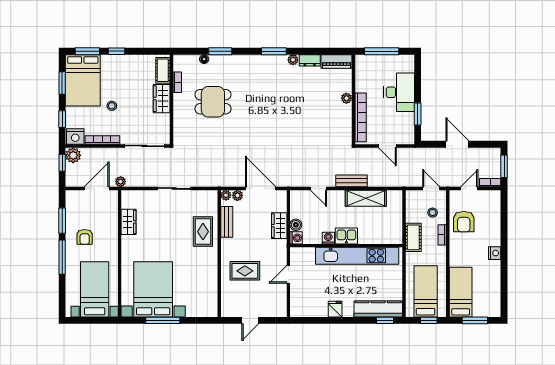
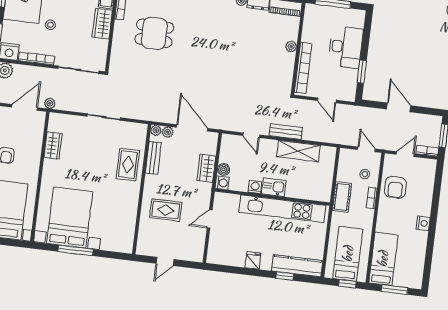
window: (385, 320) -> (285, 276), moved

